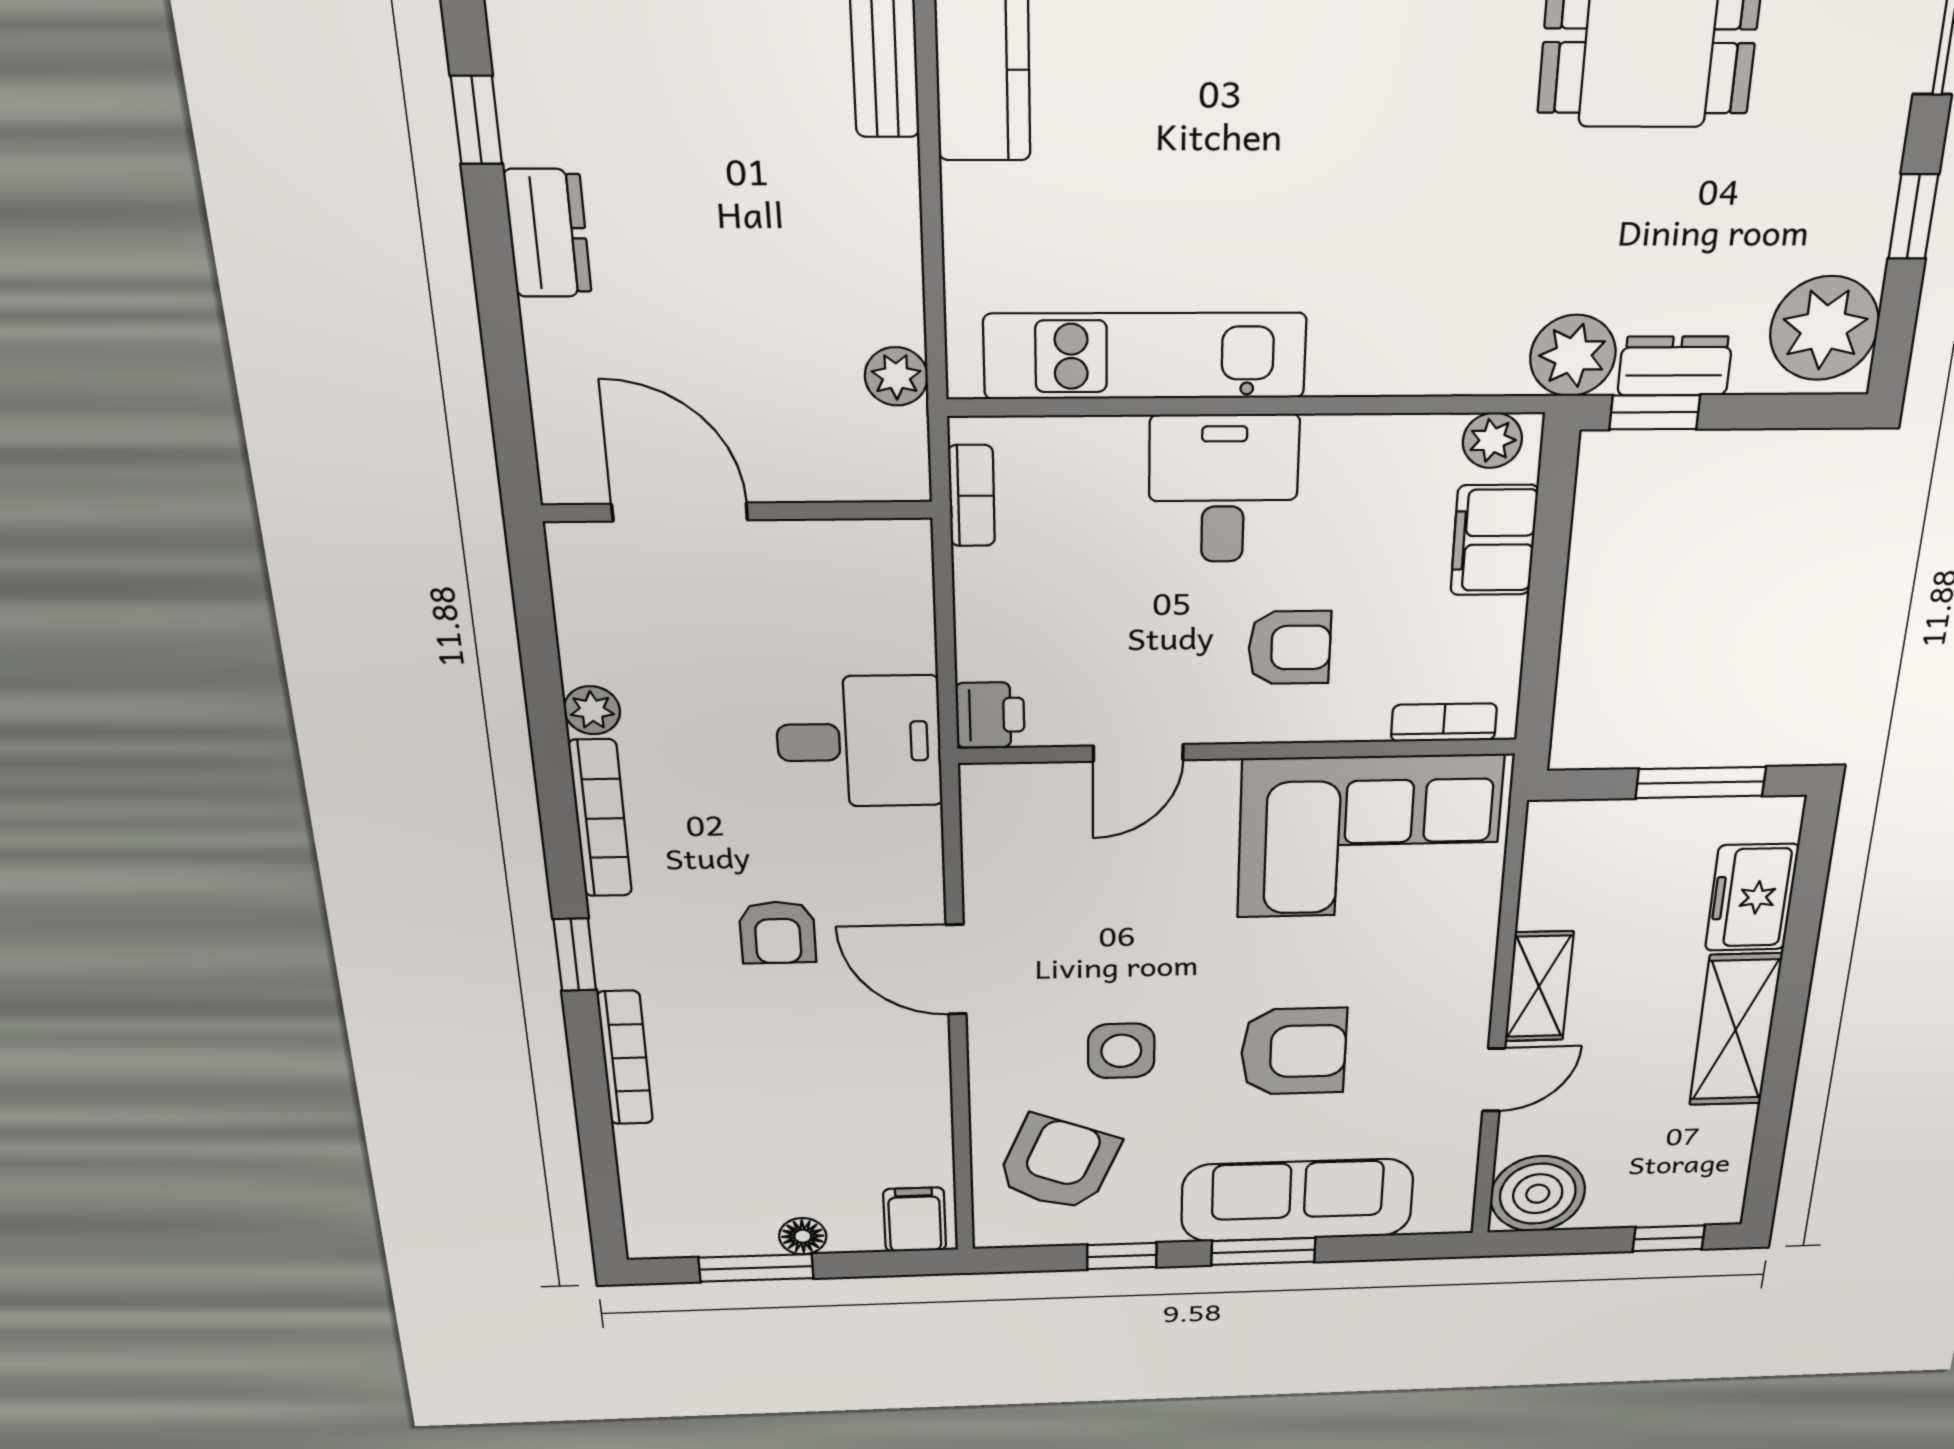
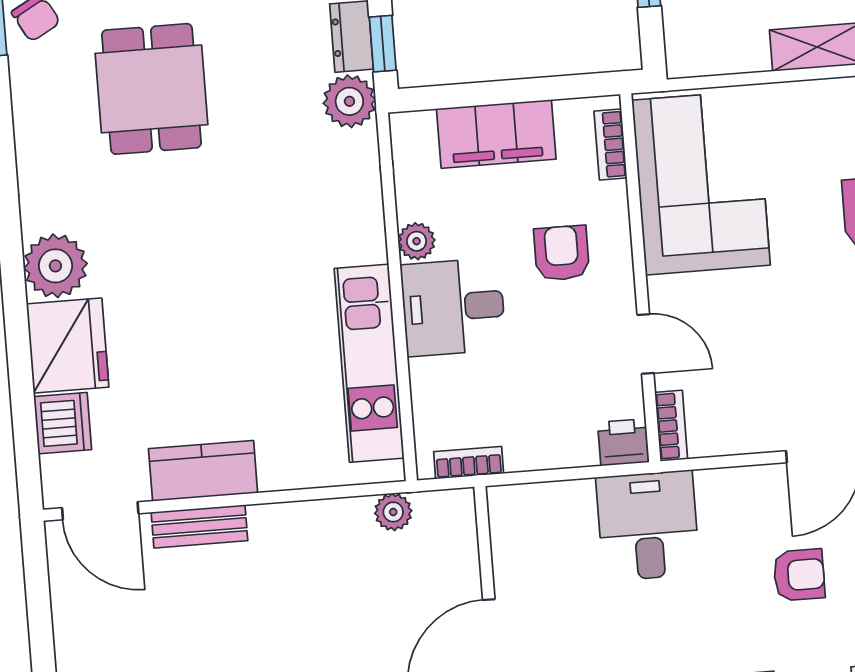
plant: (1492, 440) -> (417, 241), moved
filing cabinet: (1494, 540) -> (496, 134), width x1.50, depth x1.17
bookcase: (1011, 780) -> (671, 426), added

